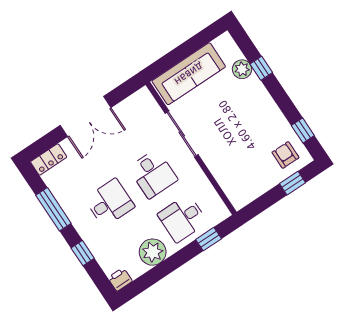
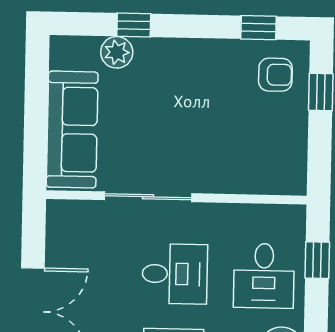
armchair: (285, 155) -> (275, 75), turned 180

